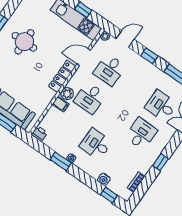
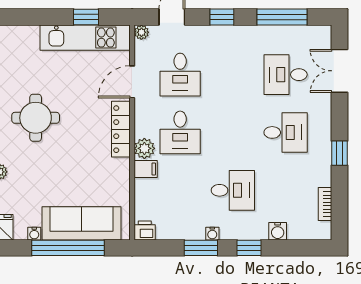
desk: (141, 134) -> (286, 132), turned 90
desk: (96, 144) -> (233, 190), turned 180
window: (109, 195) -> (249, 248), moved

